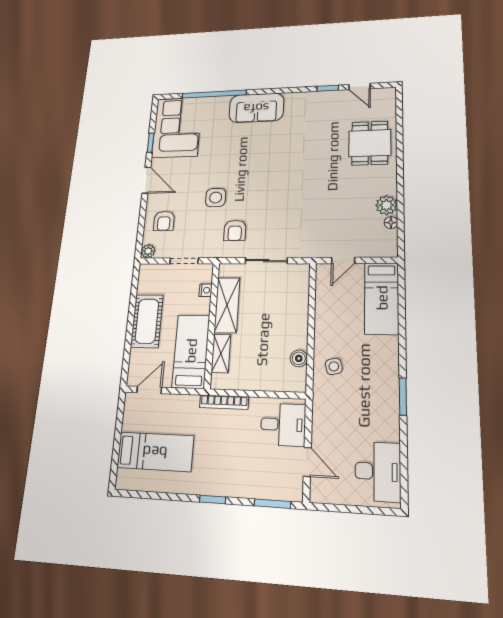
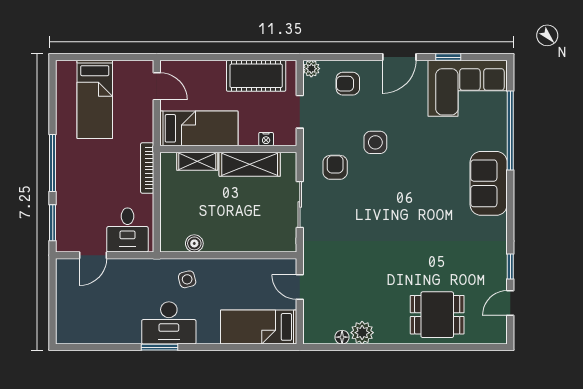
armchair: (235, 230) -> (335, 167), turned 90
cot: (147, 321) -> (256, 76), moved
desk: (378, 471) -> (169, 323), moved
window: (213, 500) -> (53, 163), width x2.17

